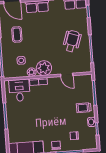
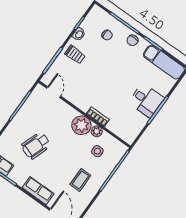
wheelchair: (72, 41) -> (36, 146), moved
door: (67, 75) -> (54, 92), moved
desk: (19, 90) -> (146, 100), moved, turned -90

